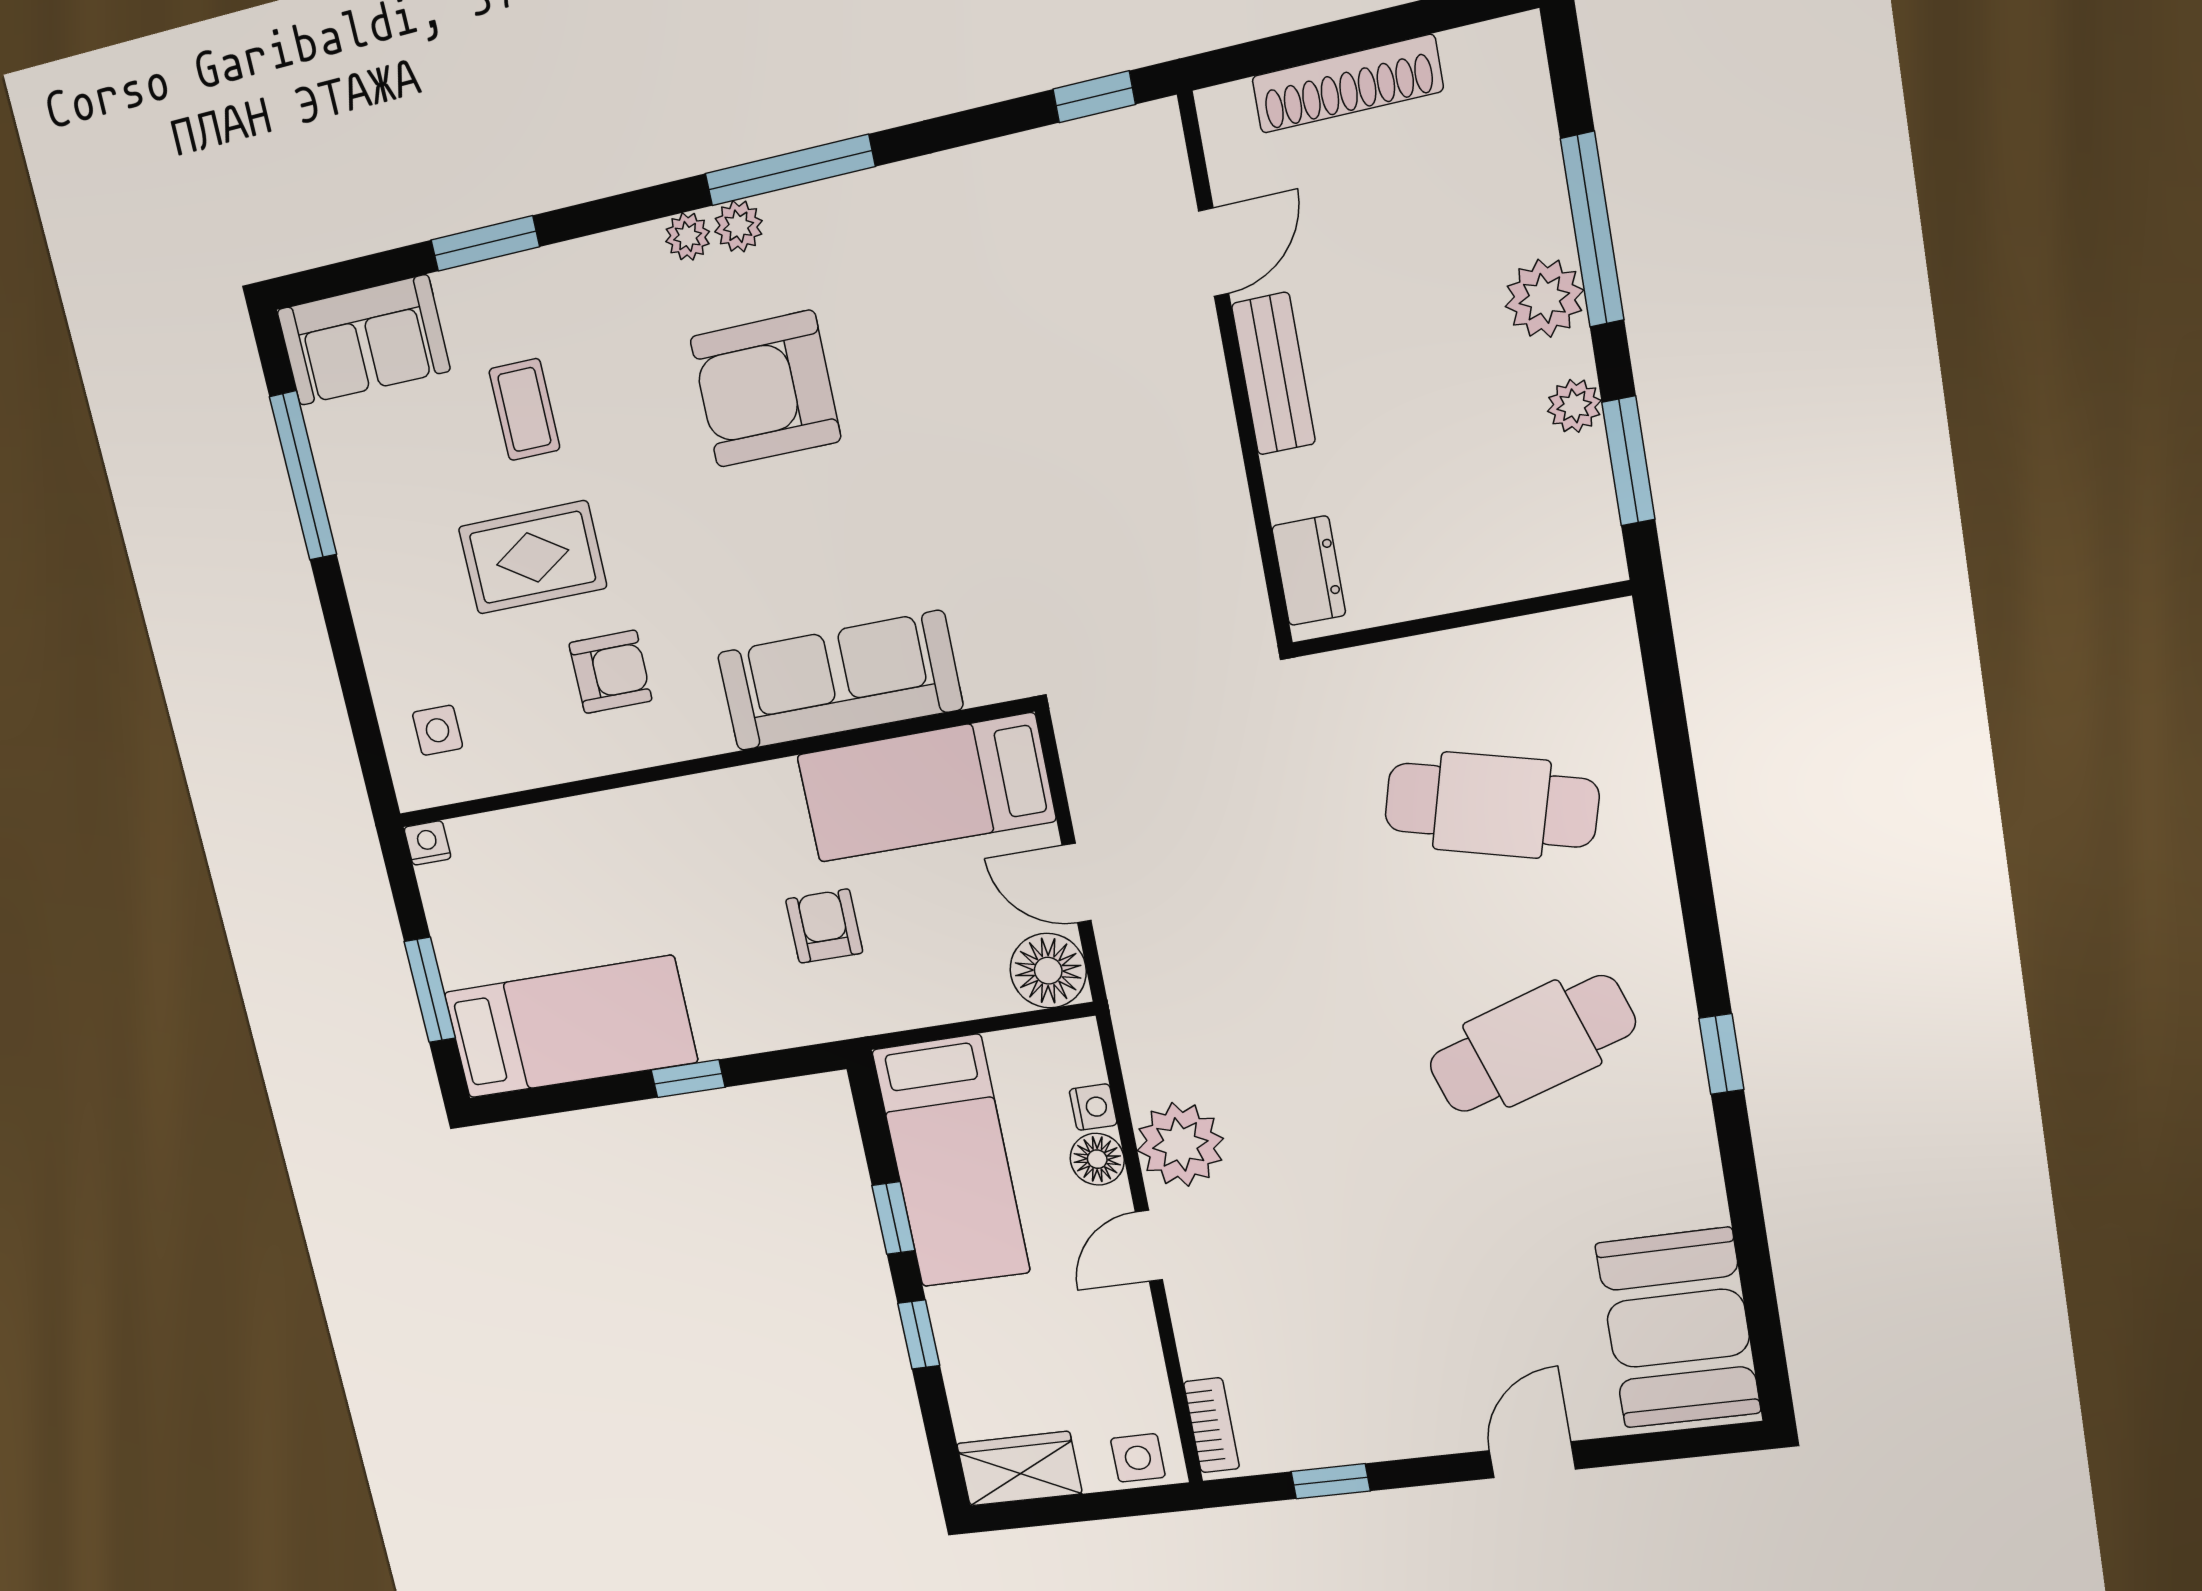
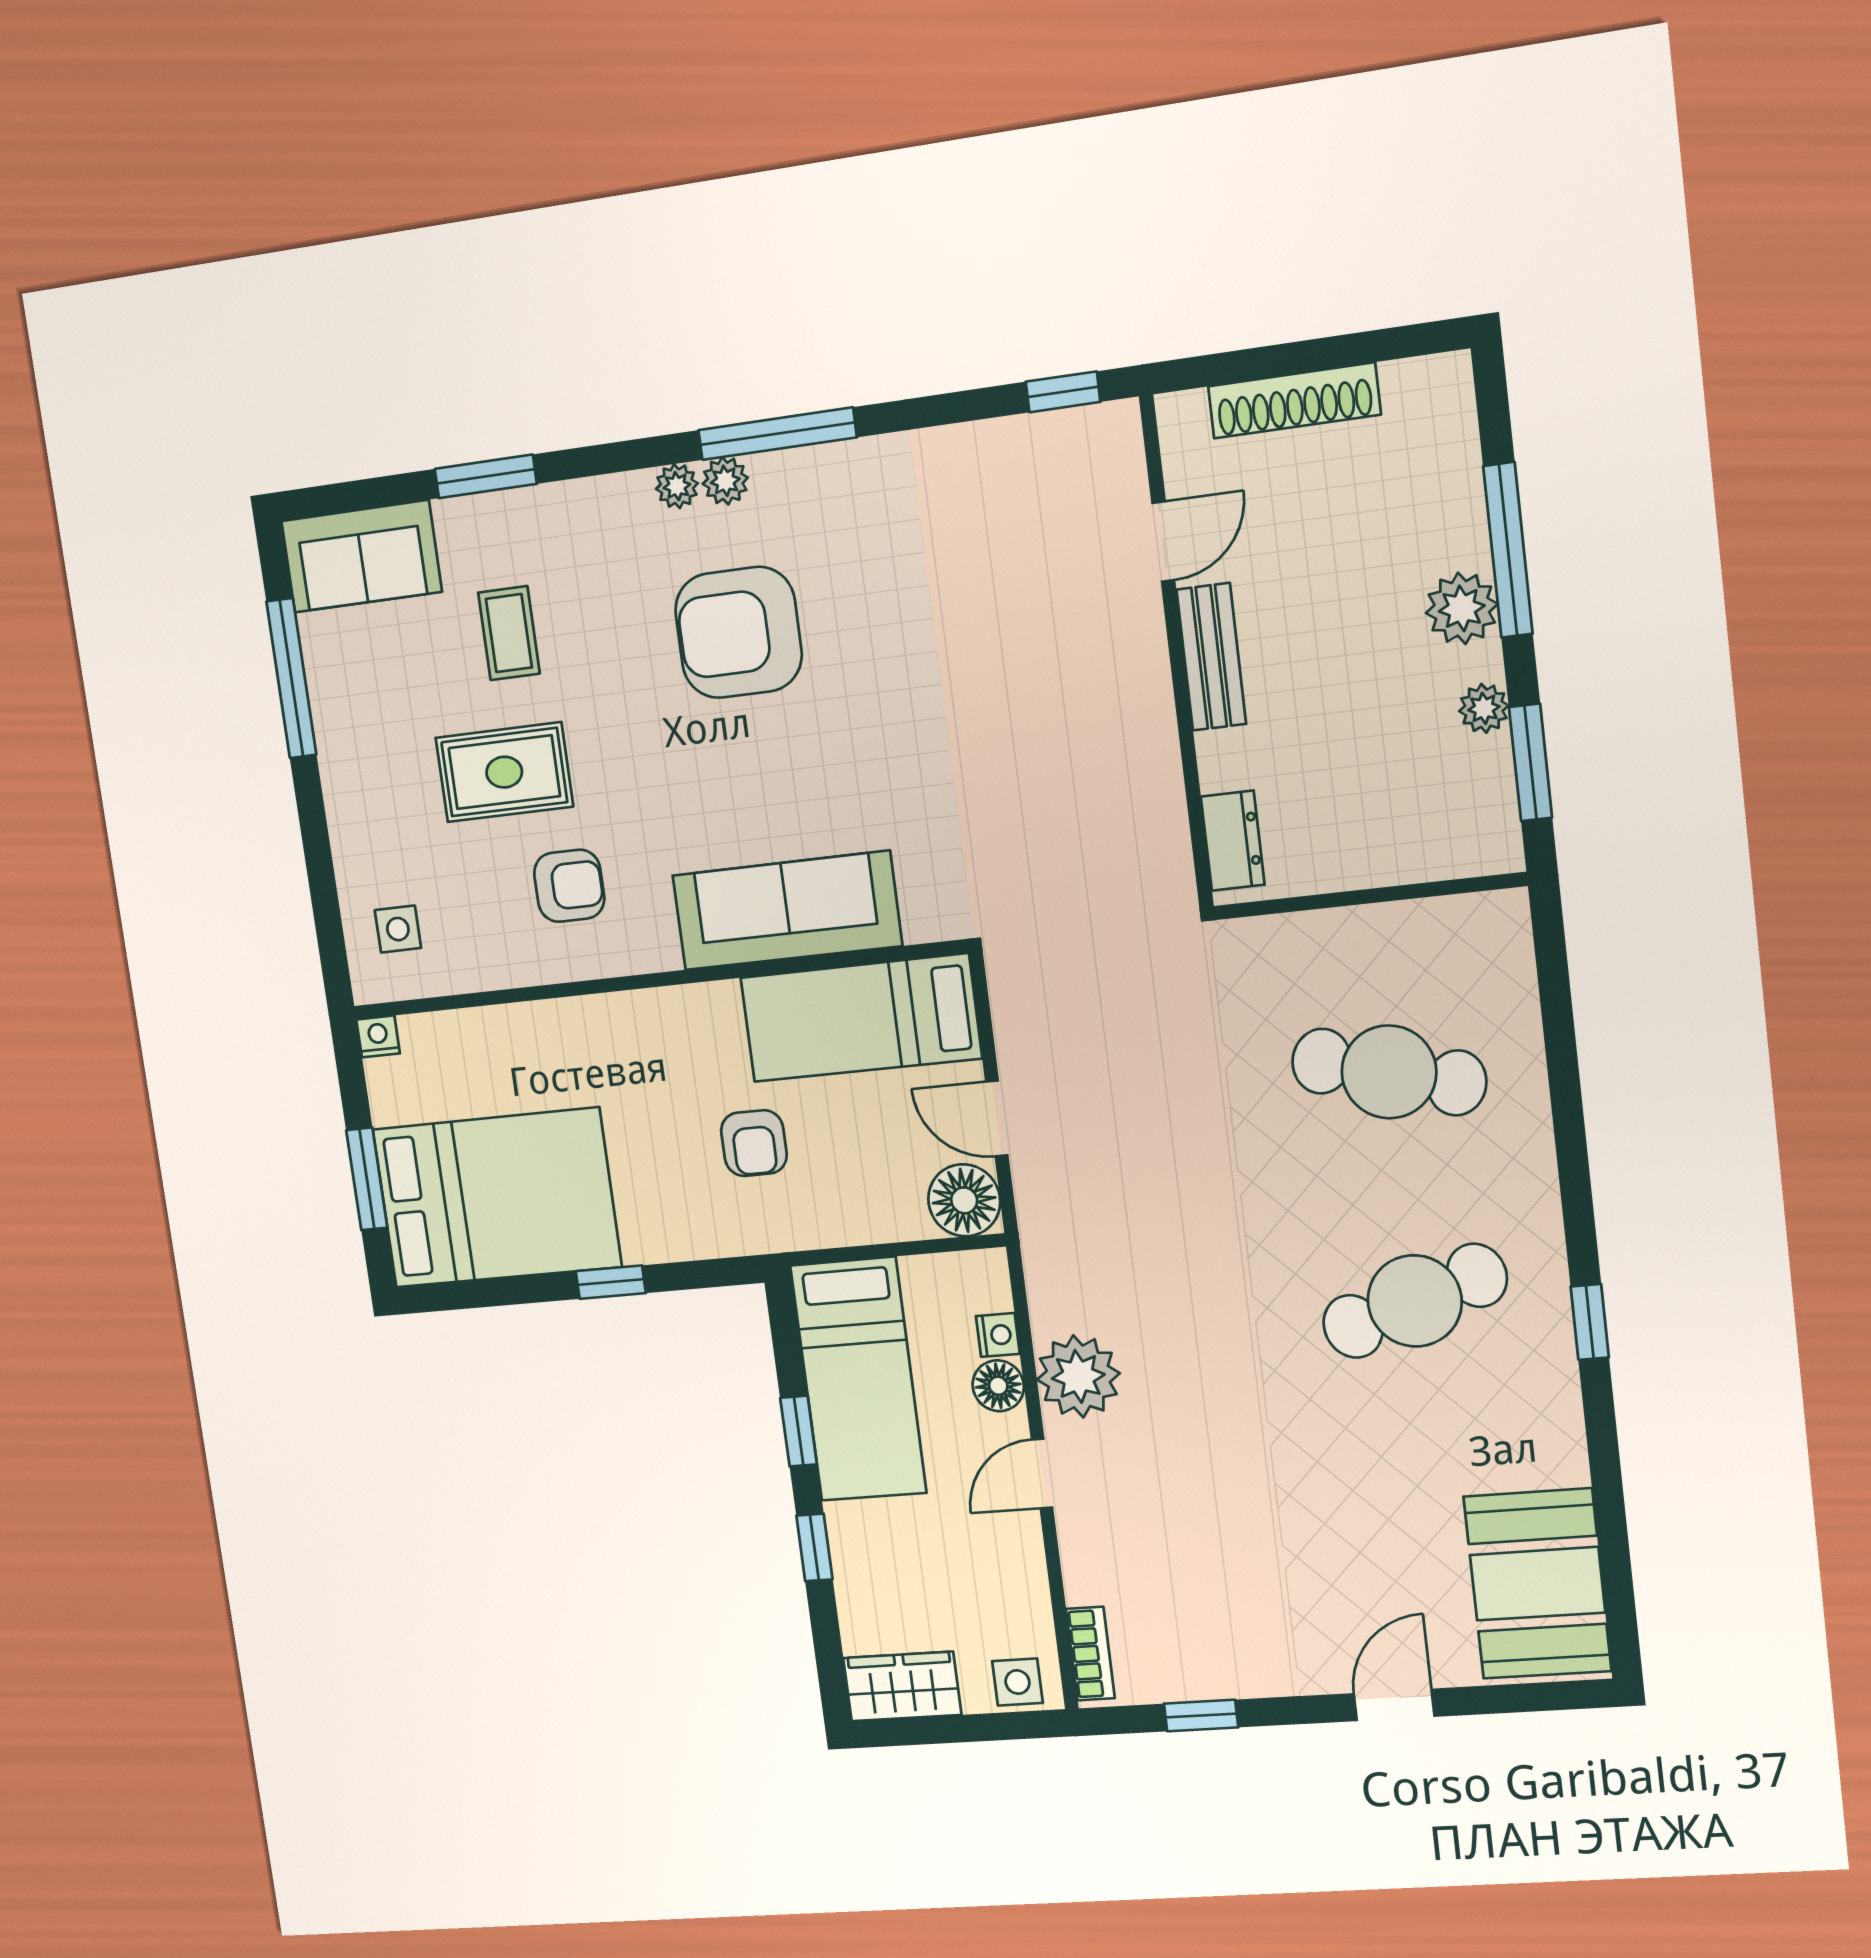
armchair: (824, 926) -> (754, 1143), turned 180
bed: (570, 1027) -> (497, 1198), width x1.50

